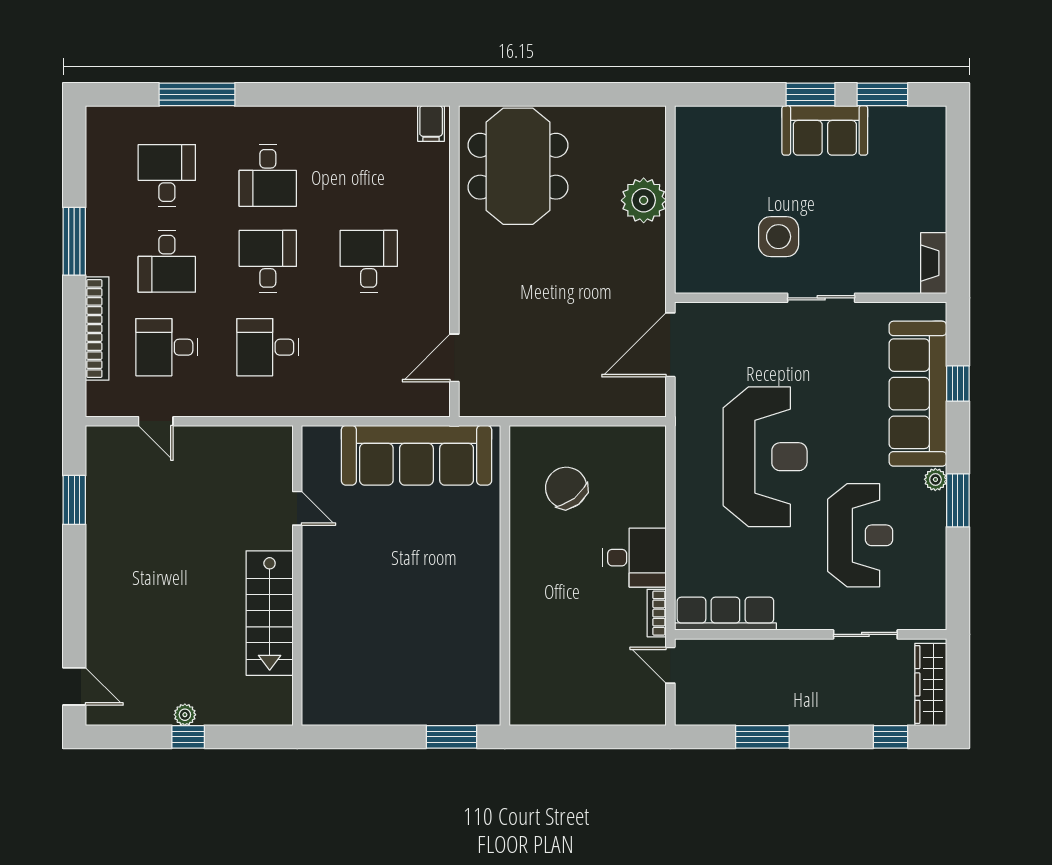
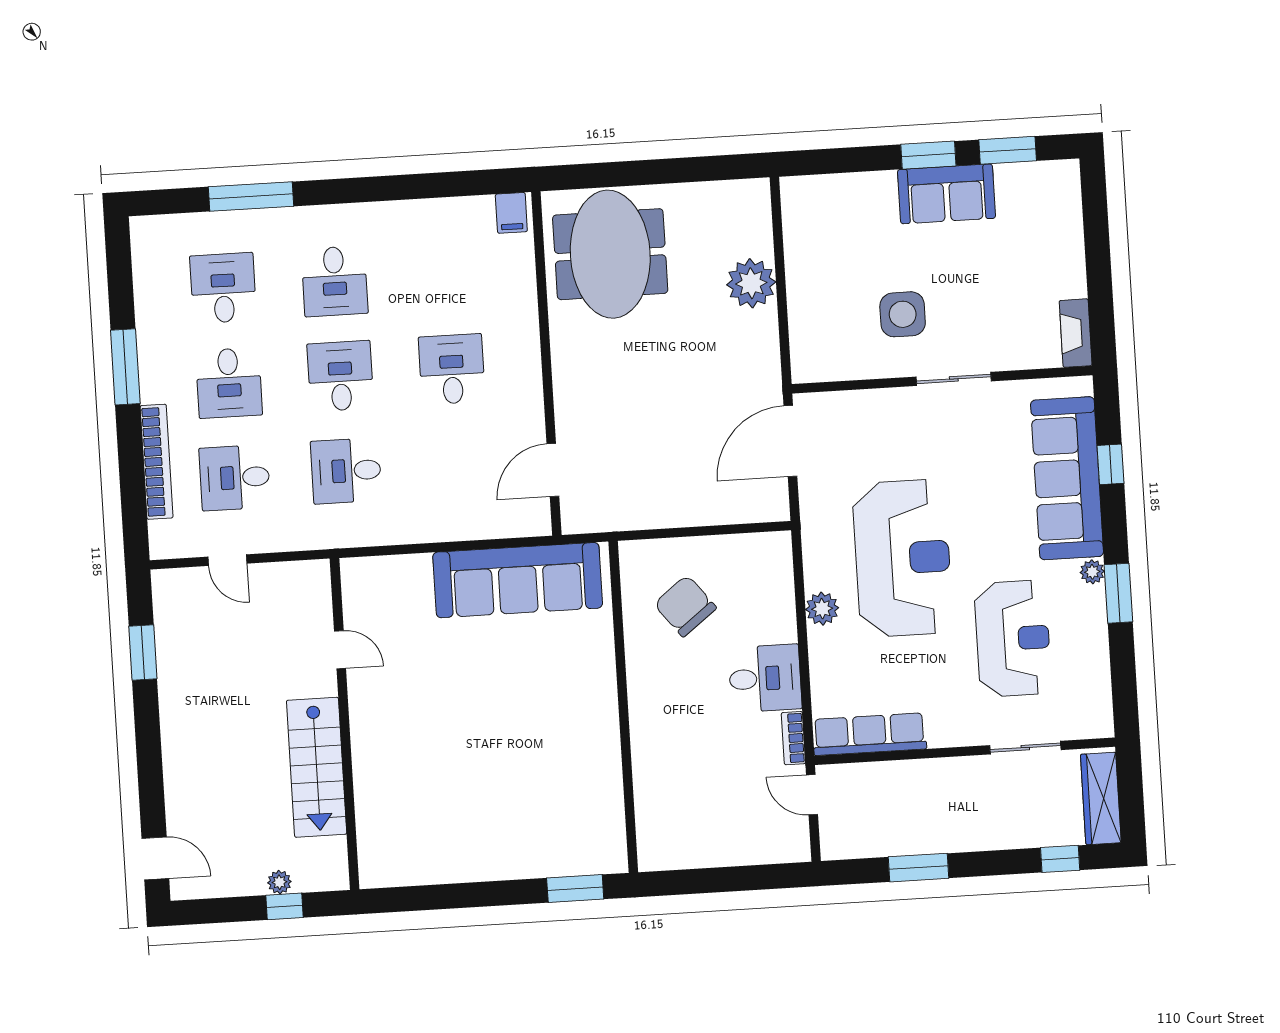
plant: (690, 498) -> (822, 609), added
door: (297, 508) -> (340, 650), moved
wall: (297, 575) -> (345, 724), moved
stairs: (270, 613) -> (317, 767), moved

